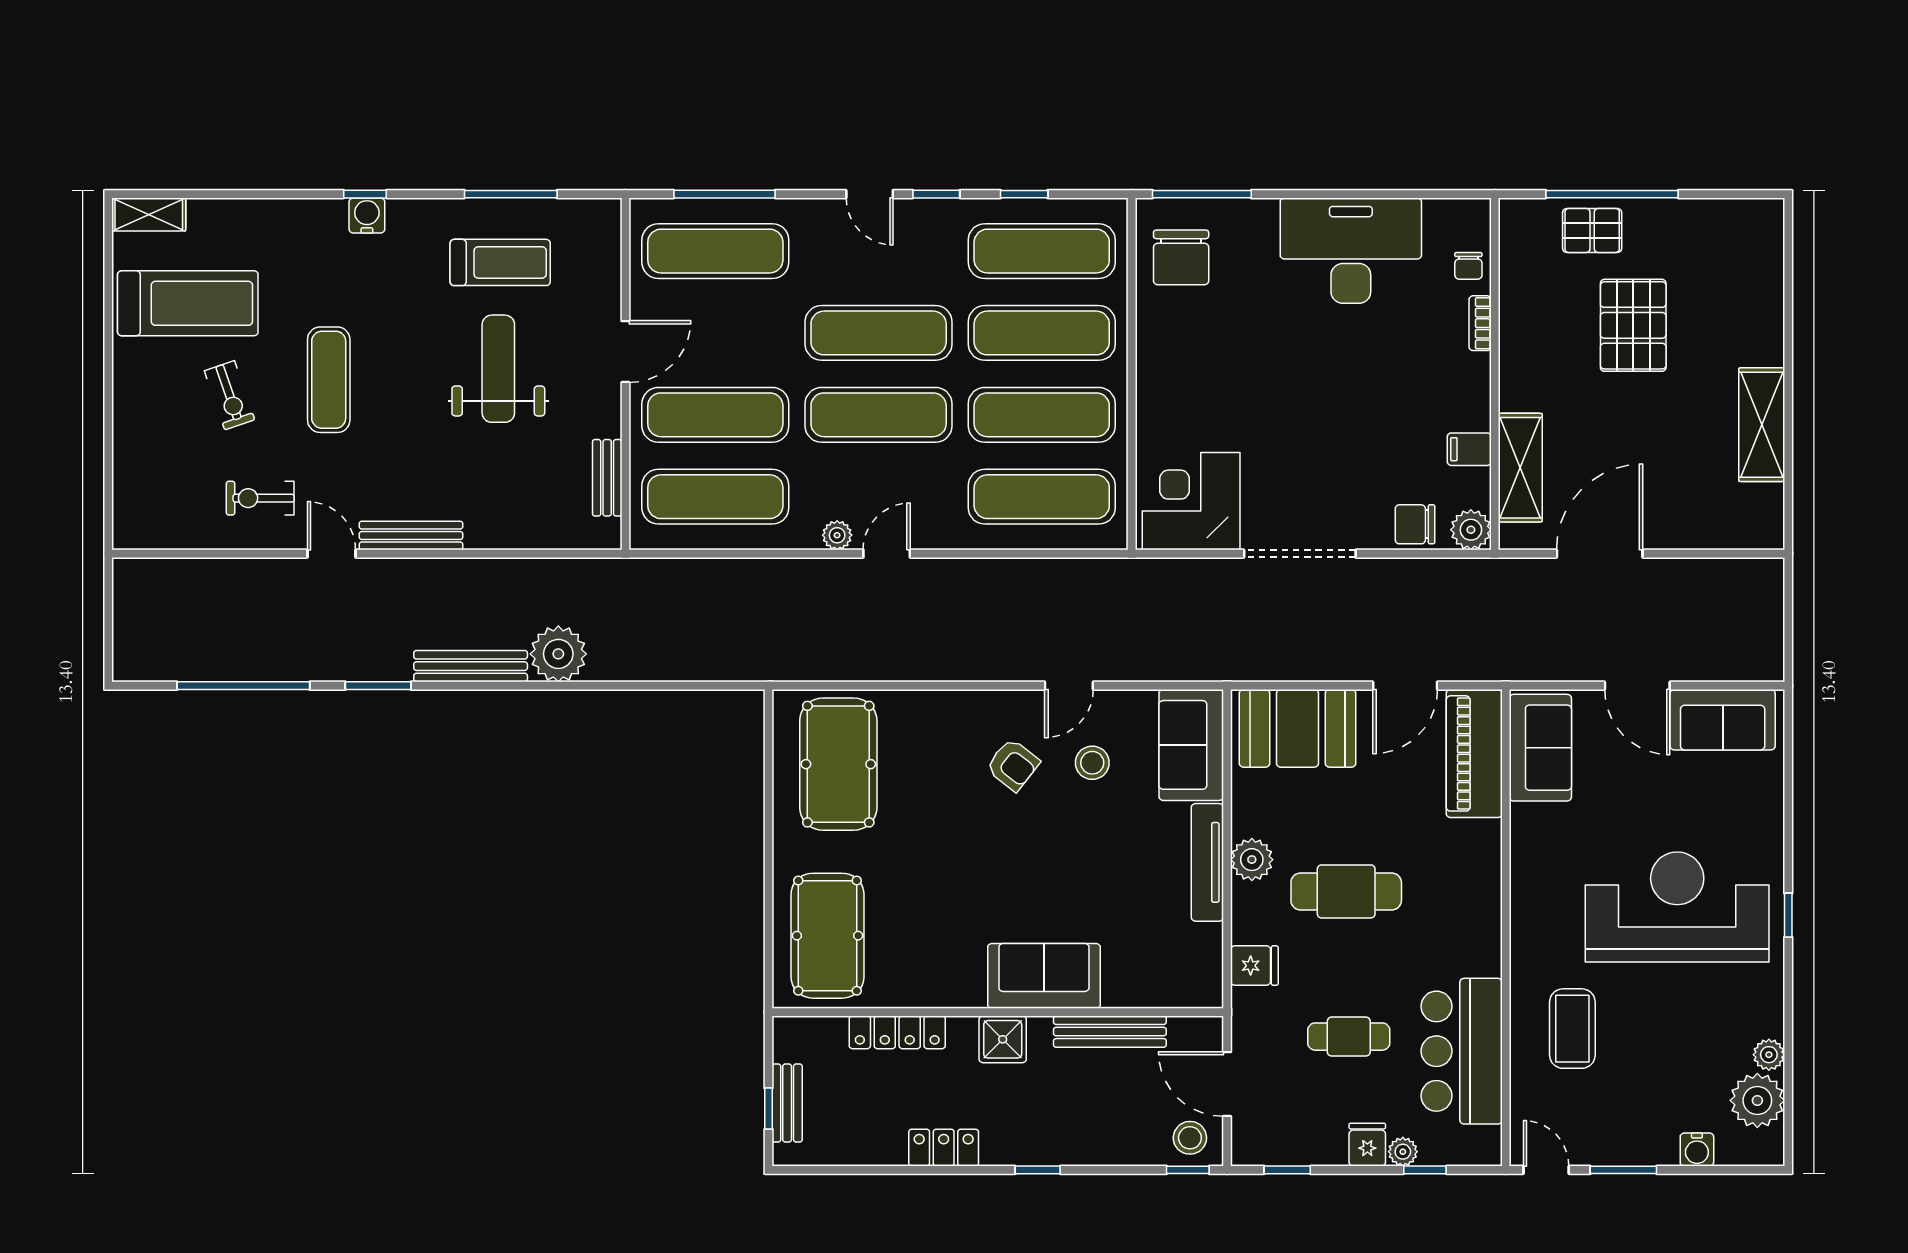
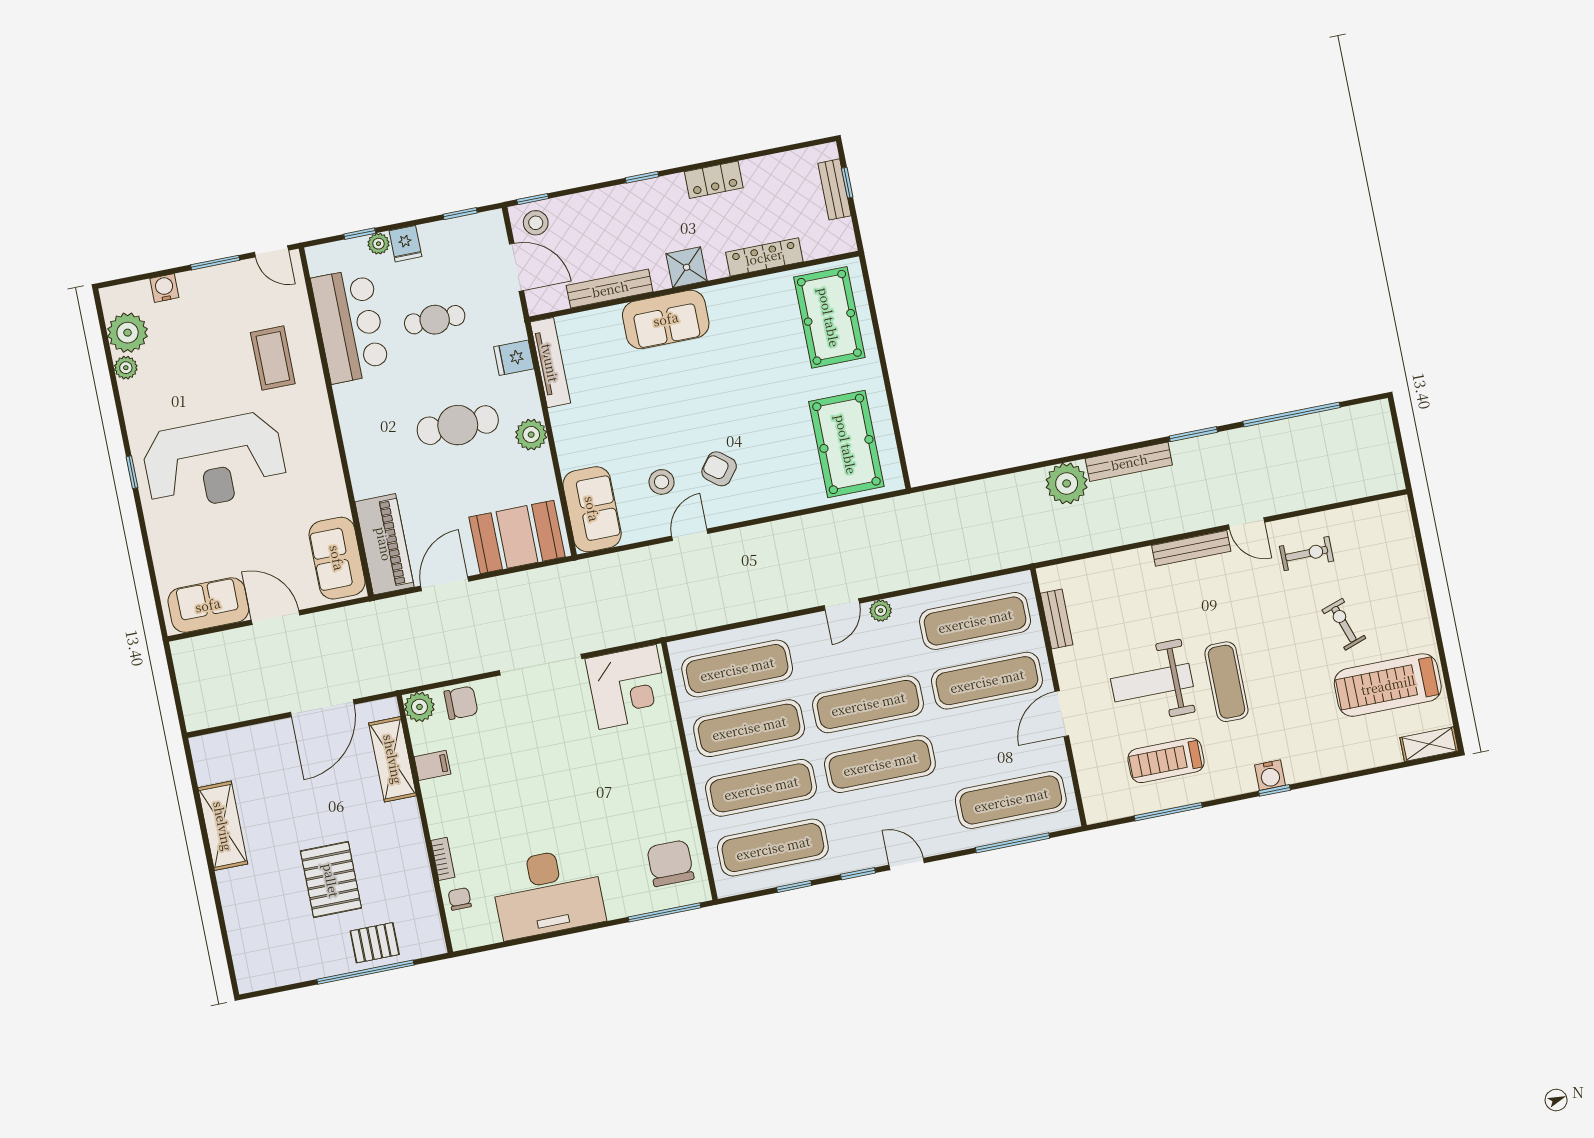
weight bench: (498, 369) -> (1152, 683), turned 90
exercise mat: (329, 380) -> (1226, 682), moved
tv unit: (1207, 862) -> (550, 363), moved

